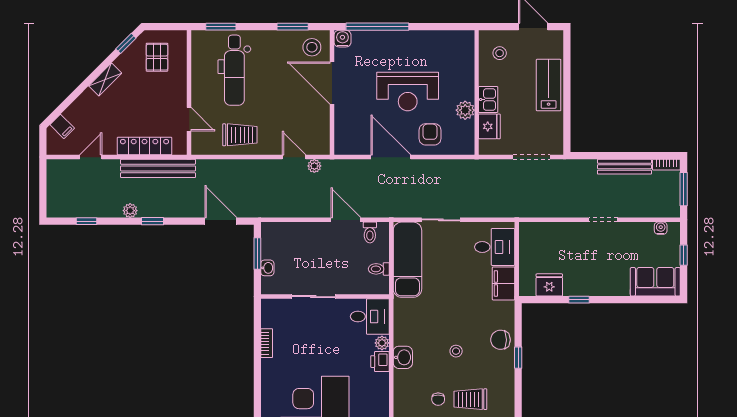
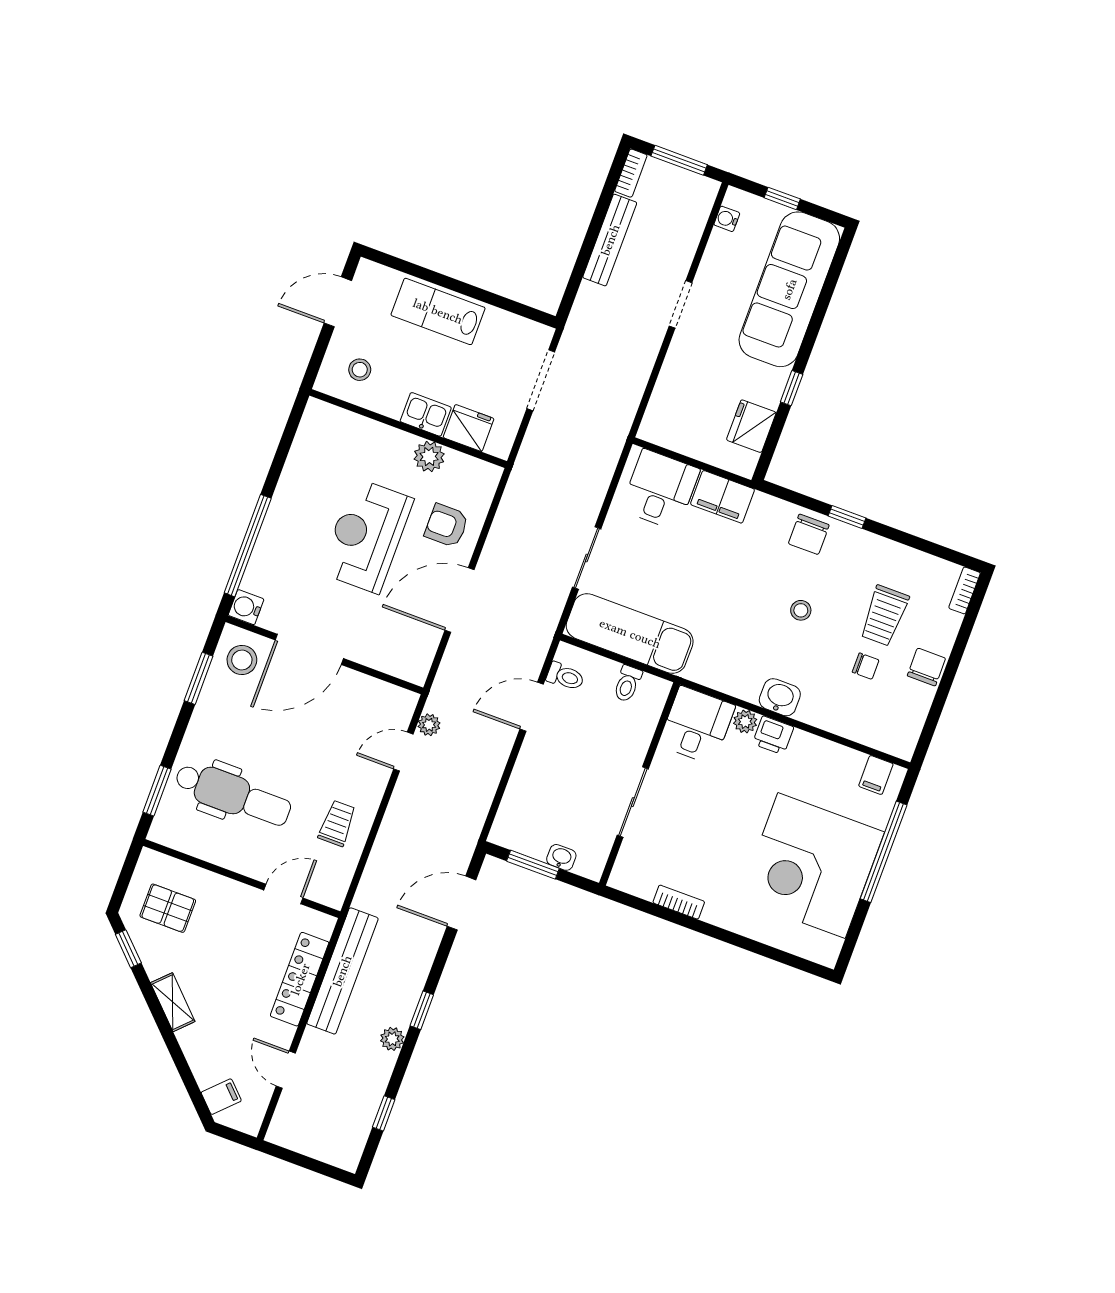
reception desk: (408, 92) -> (367, 536), turned 180
trolley: (240, 135) -> (337, 823), width x0.73, depth x0.72
sofa: (655, 282) -> (789, 289), width x1.85, depth x1.27

